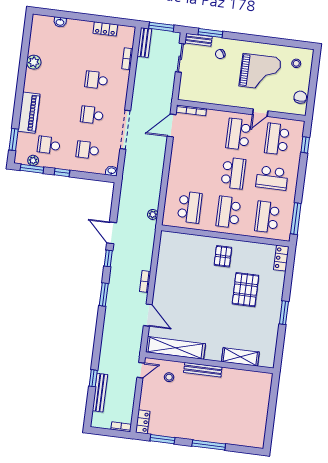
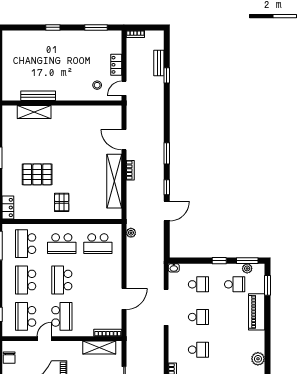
shelving: (202, 96) -> (99, 348), added
door: (172, 126) -> (124, 299), moved
school desk: (277, 139) -> (26, 316), turned 180
school desk: (272, 178) -> (26, 280), turned -90
school desk: (190, 207) -> (98, 244), turned -90
school desk: (228, 212) -> (62, 244), turned 90
school desk: (267, 217) -> (26, 244), turned 180
door: (112, 233) -> (167, 211), hinge flipped
pallet: (245, 290) -> (37, 174), turned 90
shelving: (175, 348) -> (114, 181), moved, turned 90
bench: (203, 370) -> (38, 96), moved
bench: (100, 393) -> (159, 63), width x0.73
locker: (143, 422) -> (116, 65), moved
window: (209, 445) -> (53, 27), width x0.46

